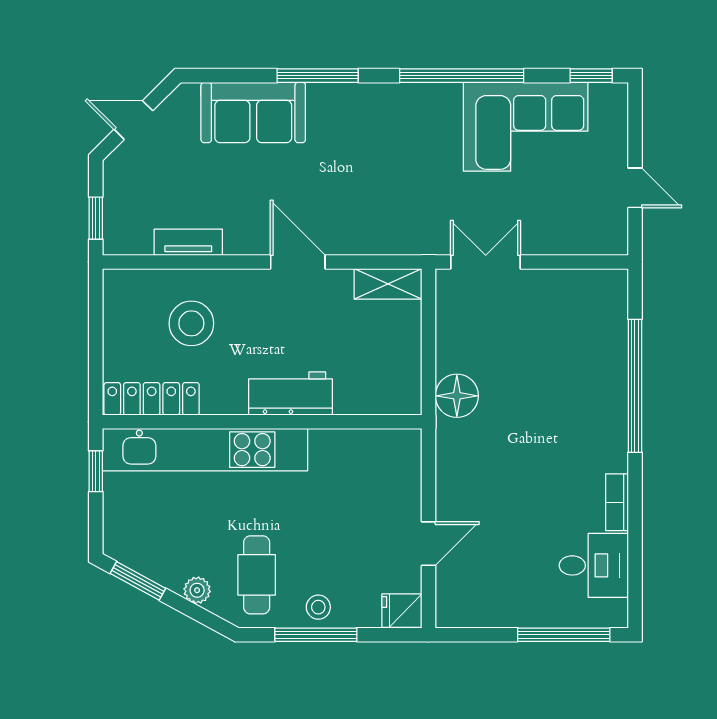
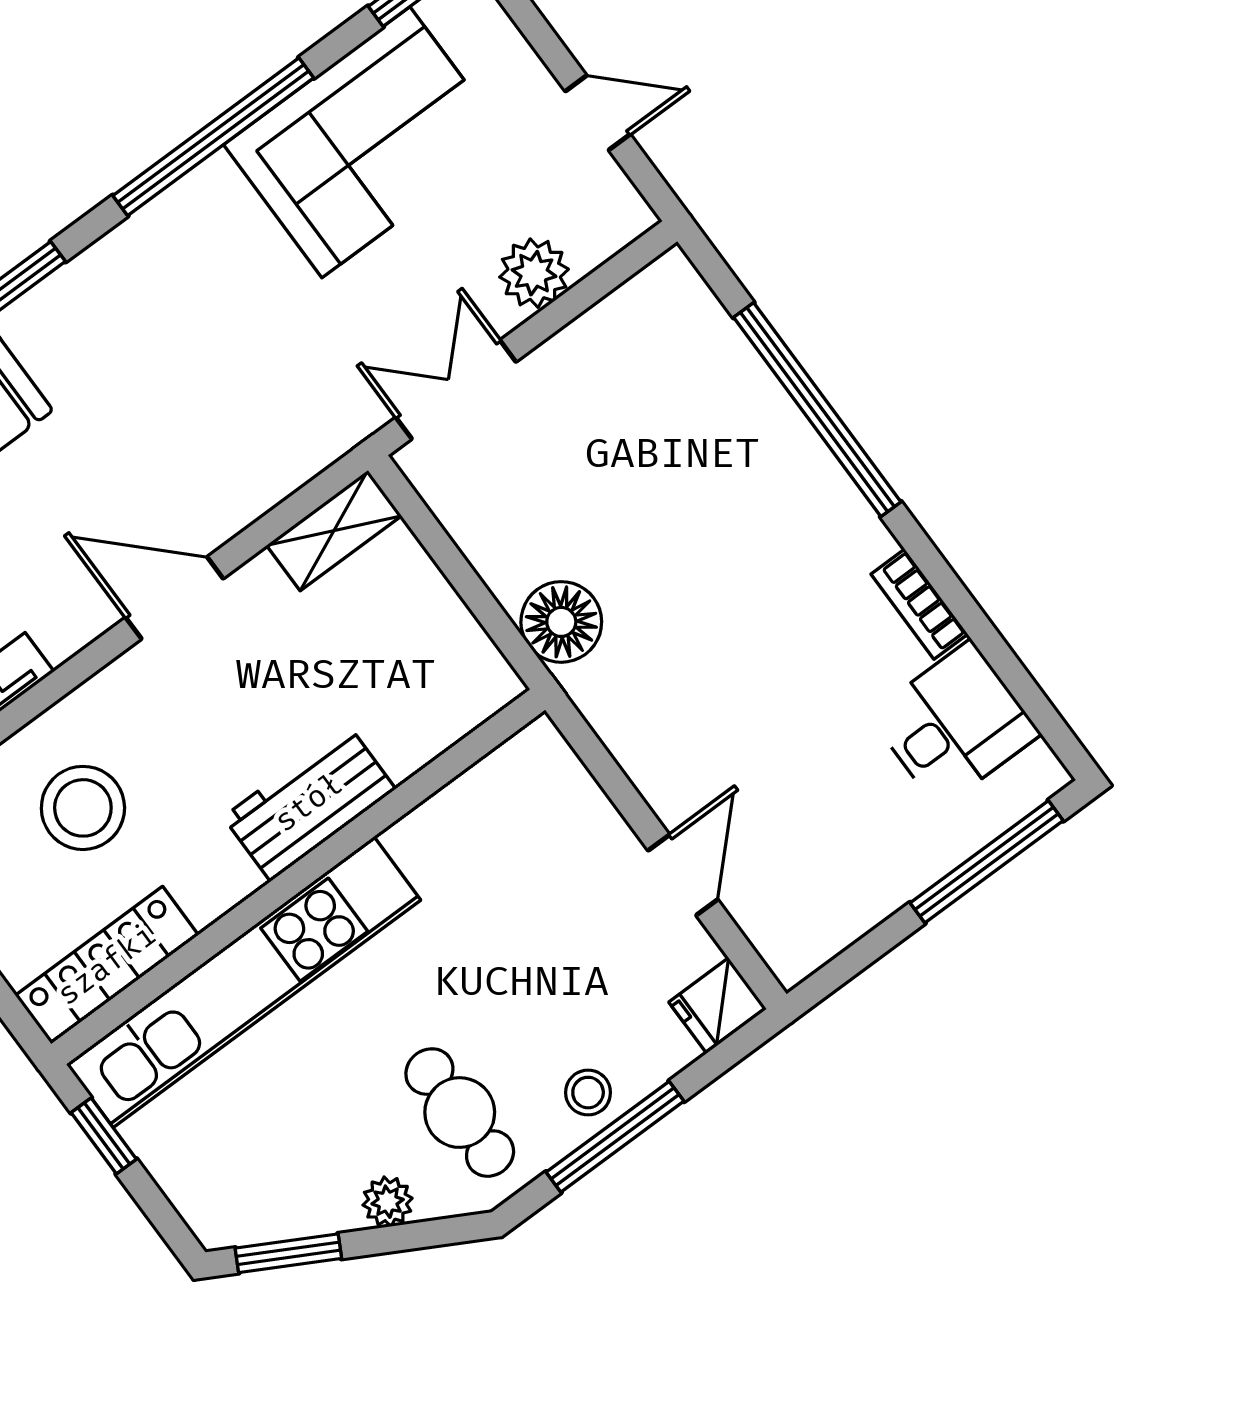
plant: (556, 237) -> (534, 273), added

